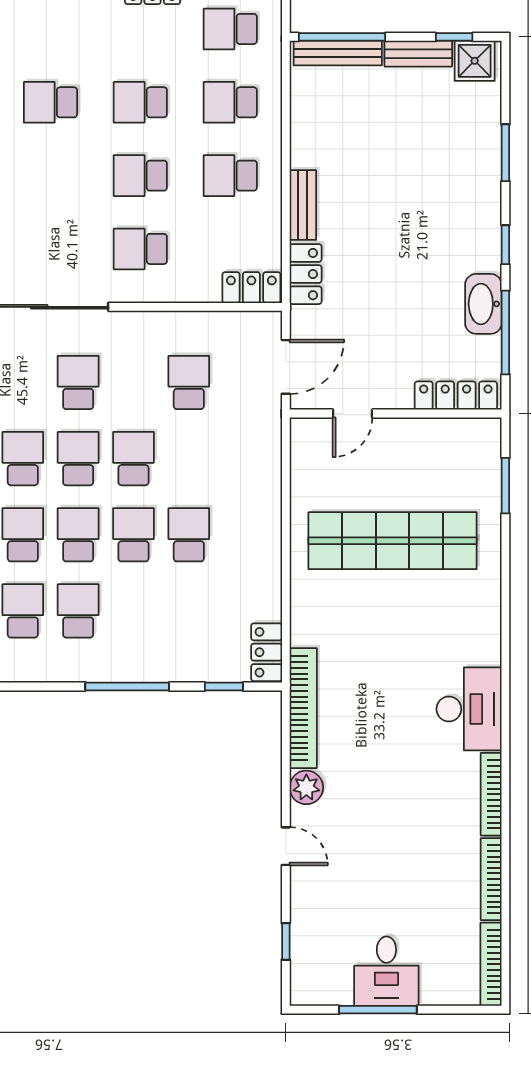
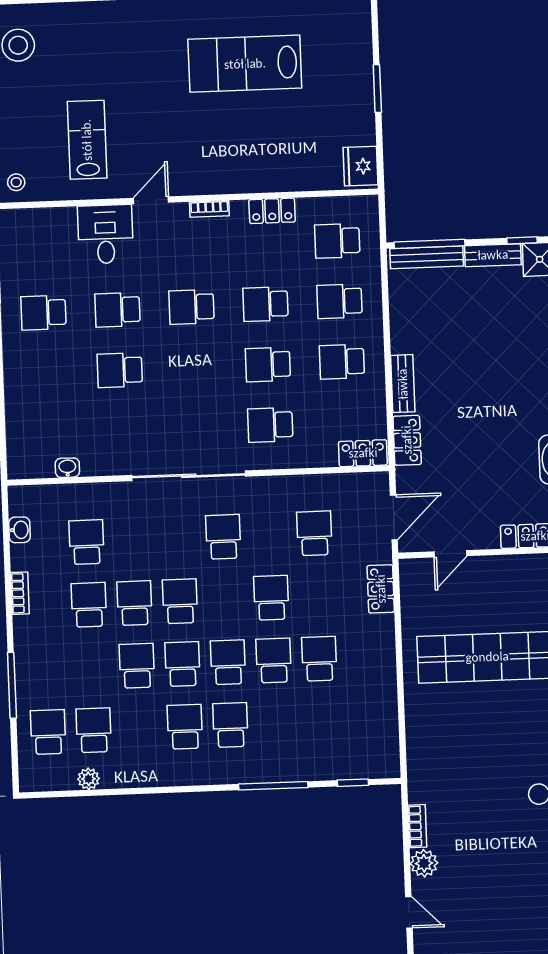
school desk: (78, 459) -> (226, 600), removed
locker: (267, 652) -> (381, 589), moved
bookcase: (303, 708) -> (417, 826), width x0.43, depth x0.76

